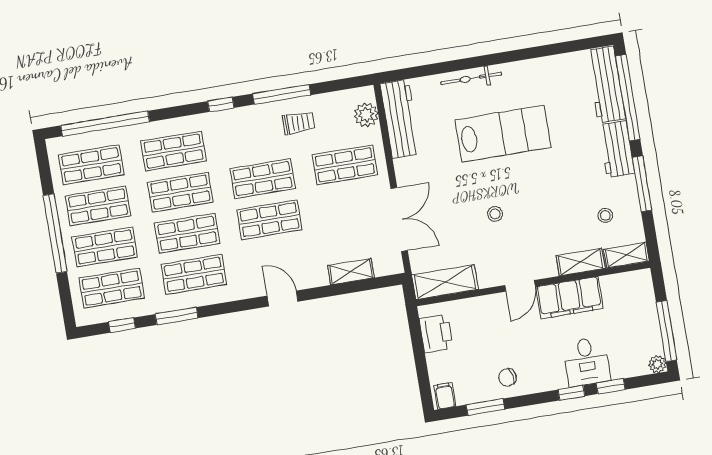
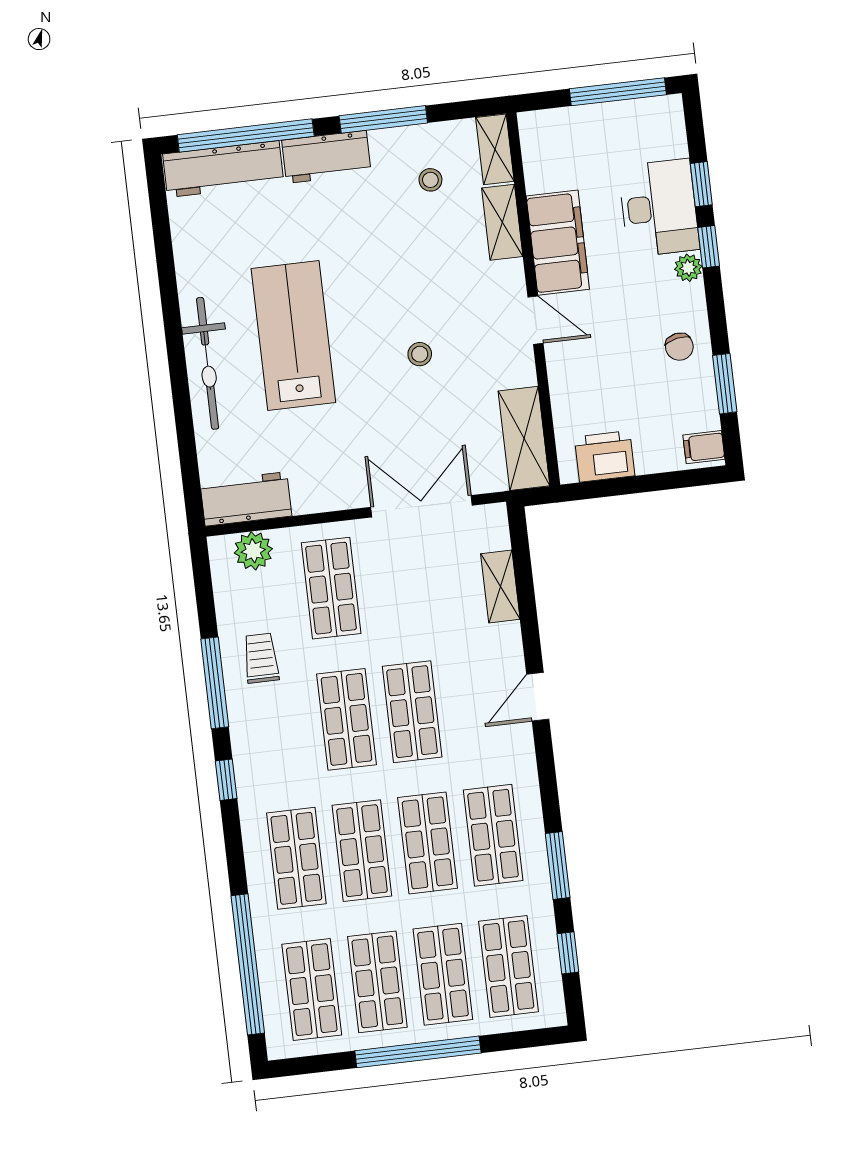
bicycle: (471, 78) -> (208, 363), width x1.37, depth x1.40
workbench: (400, 119) -> (246, 499), width x0.73
desk: (587, 362) -> (659, 208), width x1.37
plant: (657, 364) -> (688, 268), moved

